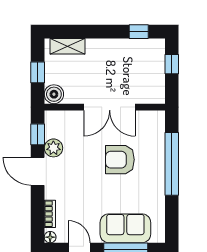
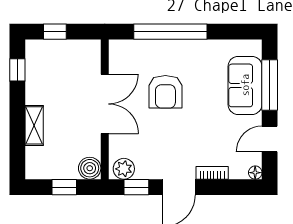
shelving: (68, 46) -> (34, 125), moved
plant: (53, 148) -> (124, 169), moved
bookcase: (50, 214) -> (212, 173), moved

